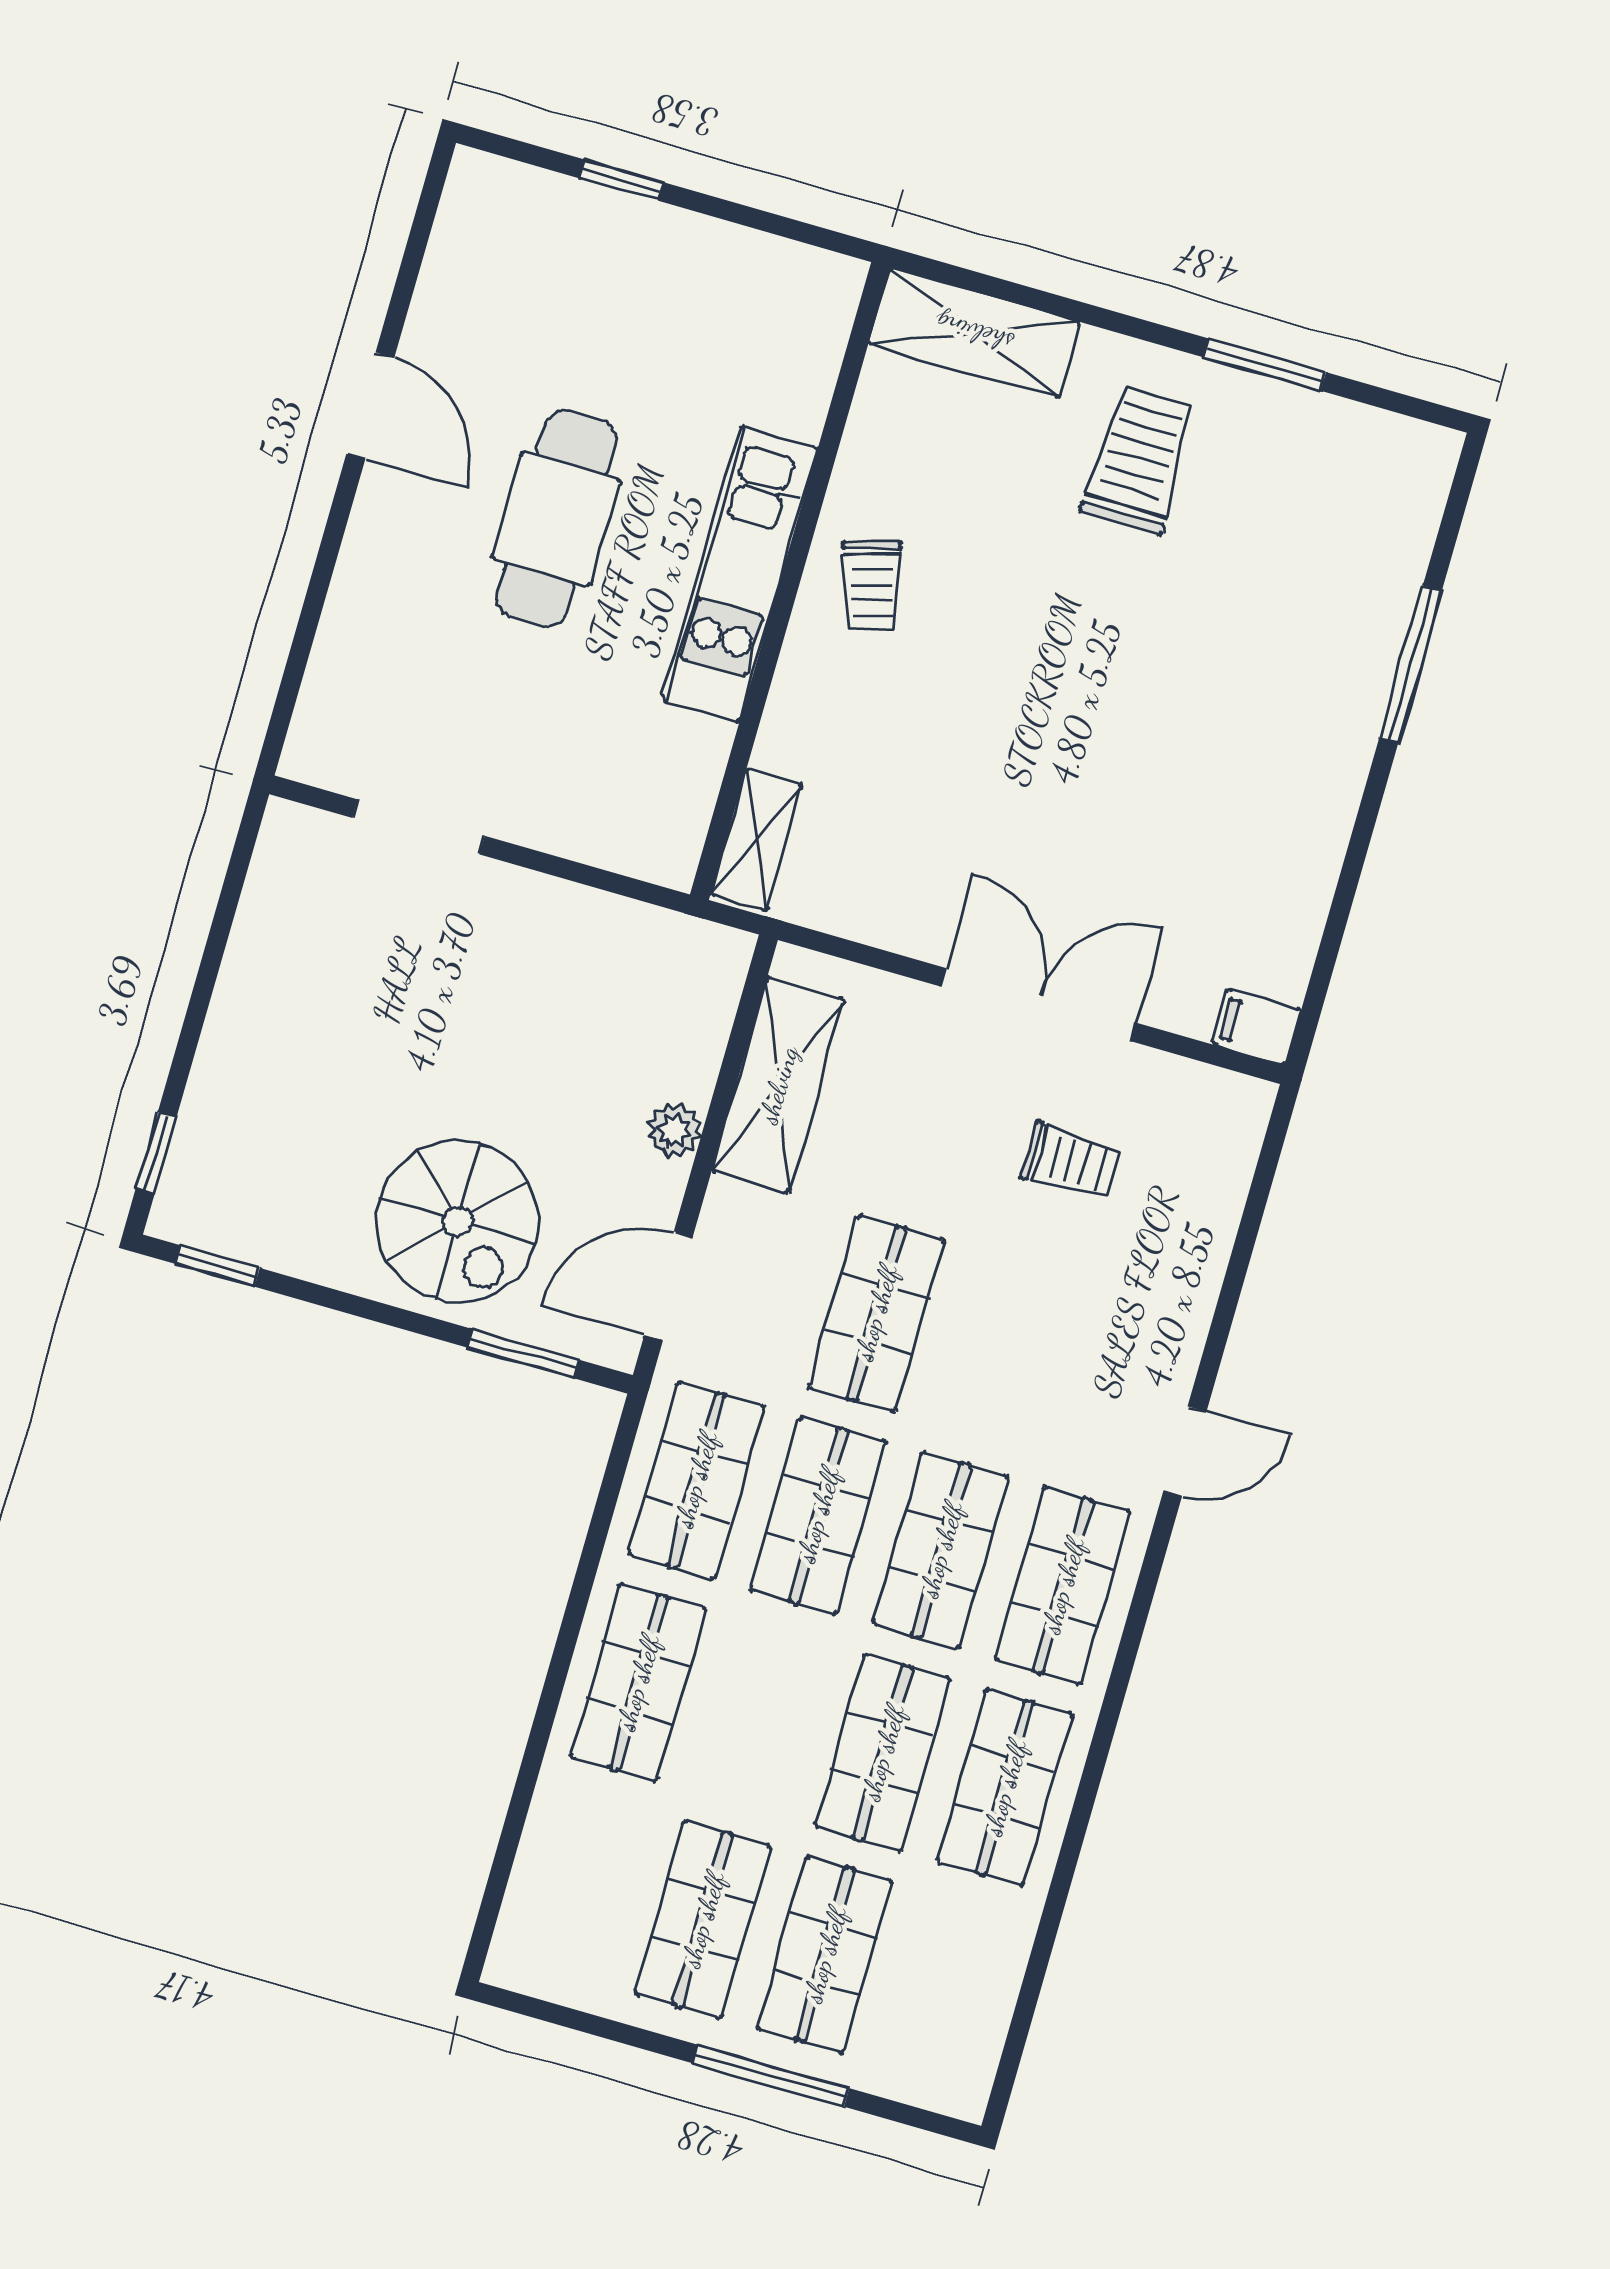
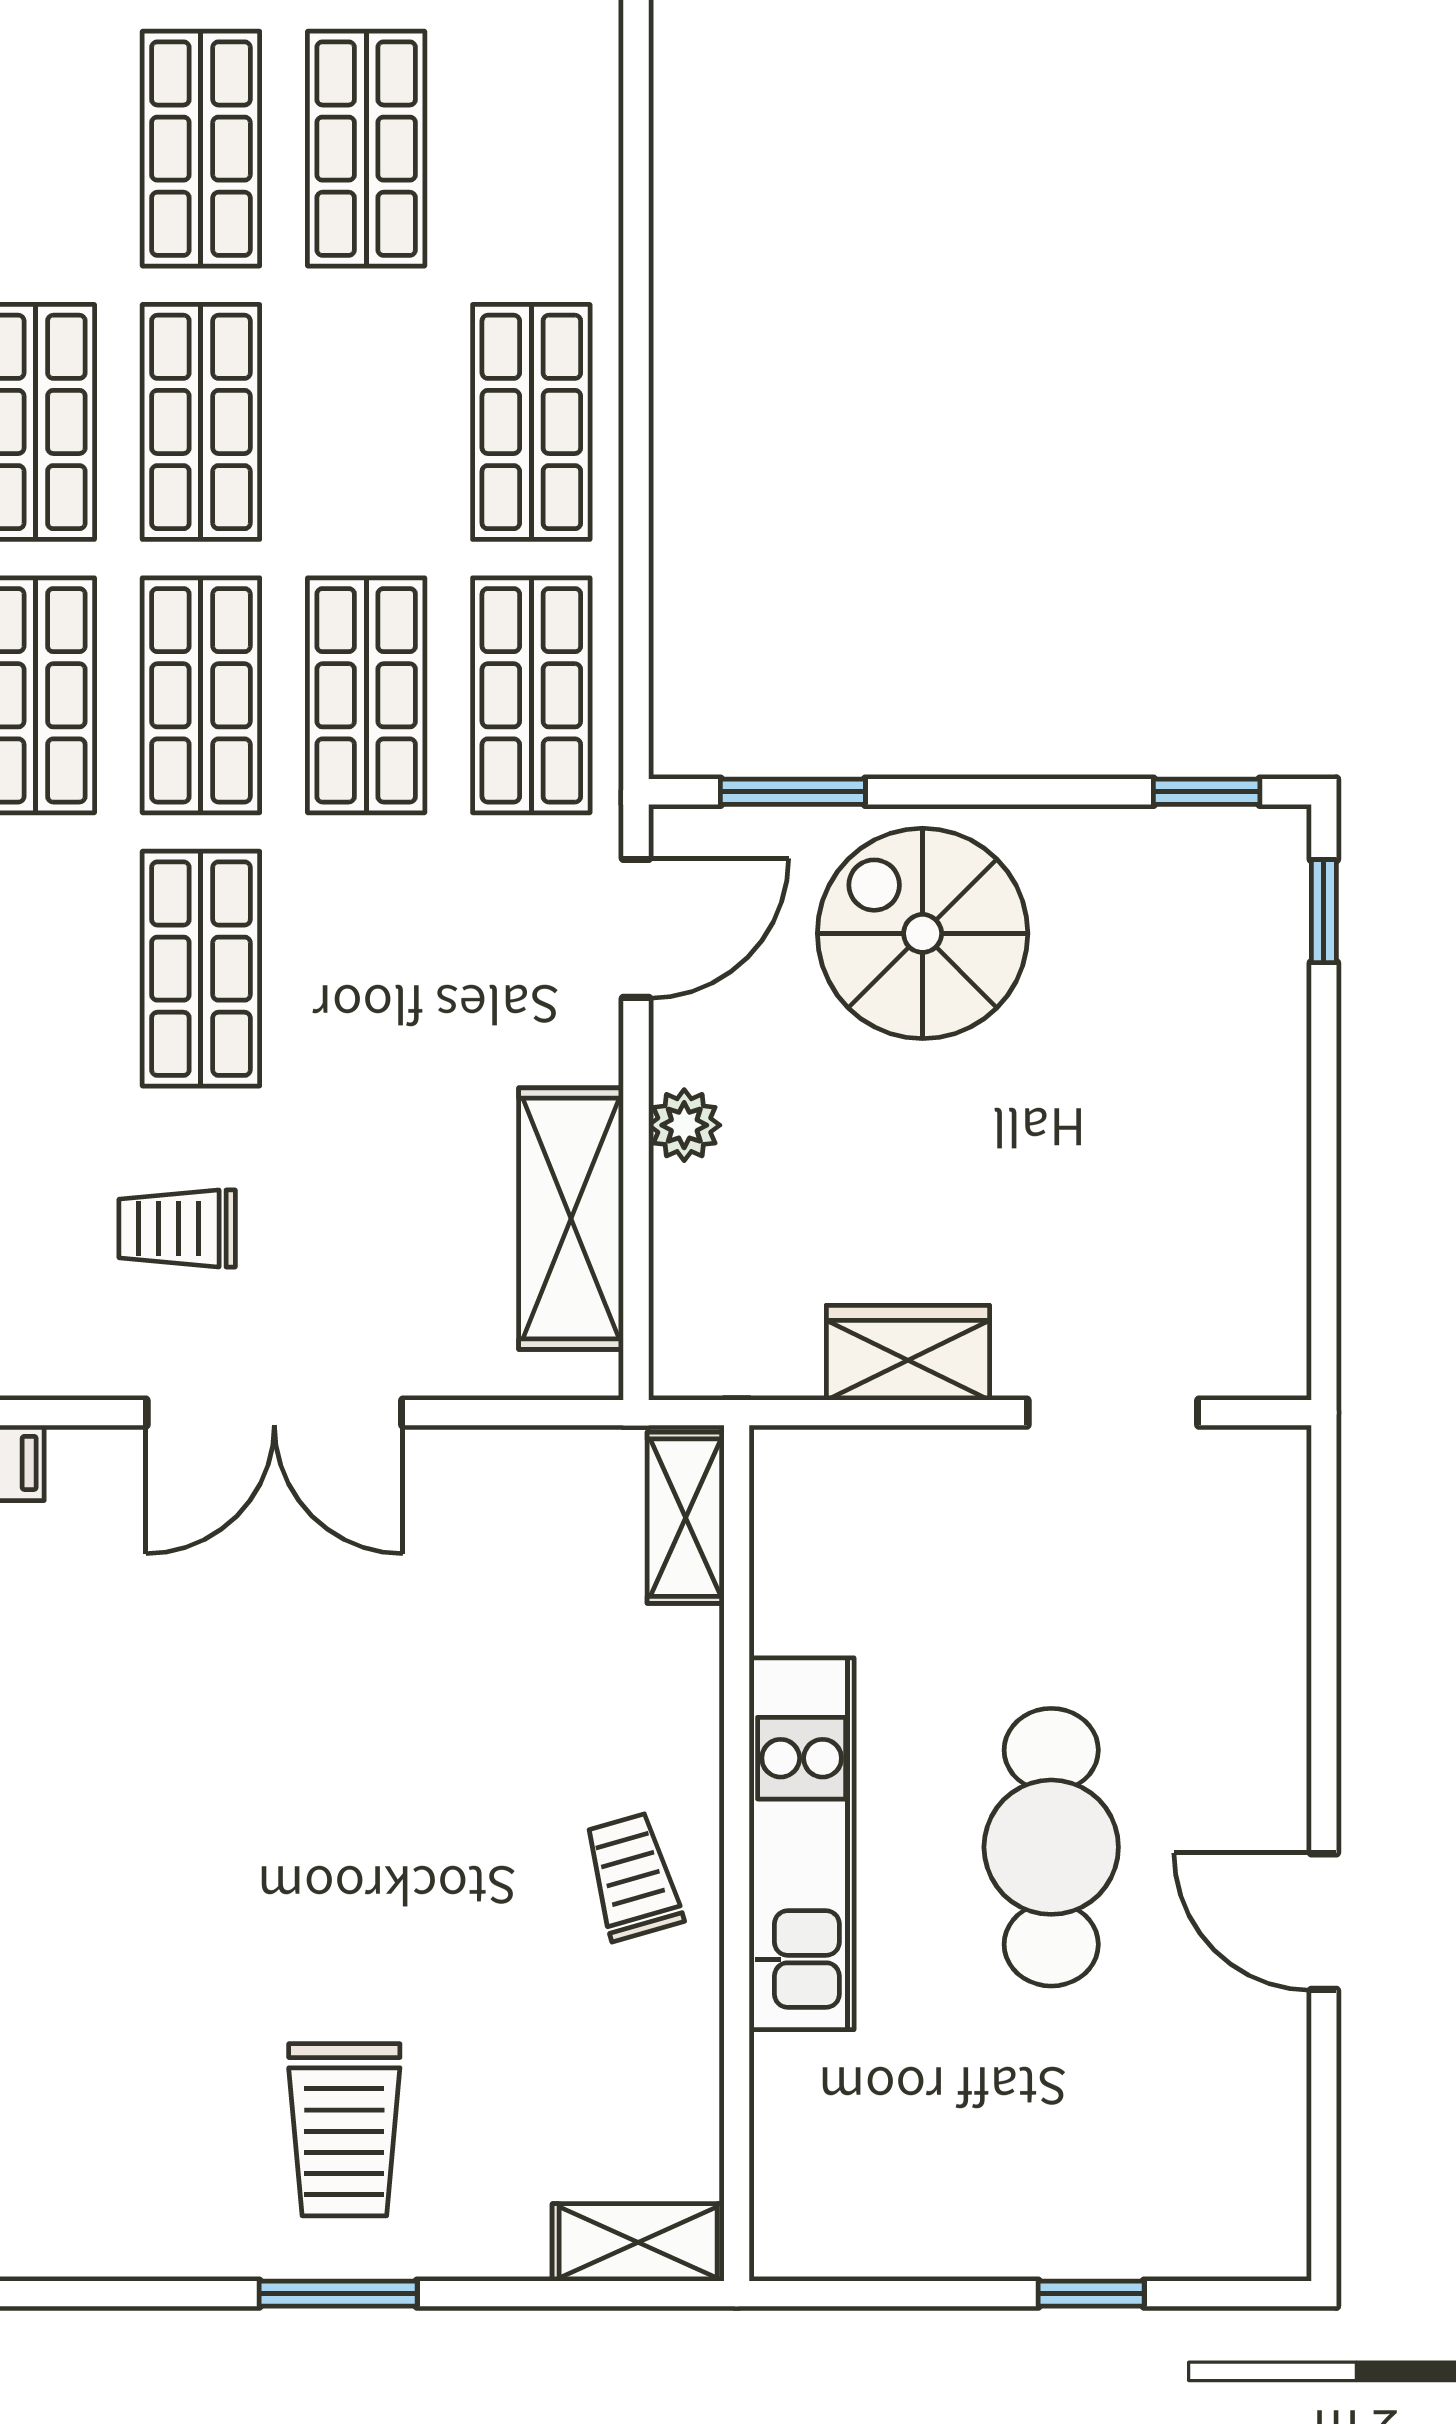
shelving: (974, 333) -> (638, 2242), width x0.67, depth x0.75
window: (1265, 365) -> (338, 2294), moved
wardrobe: (557, 915) -> (908, 1353), added
shop shelf: (876, 1313) -> (201, 969), moved

